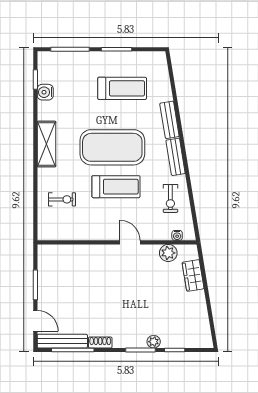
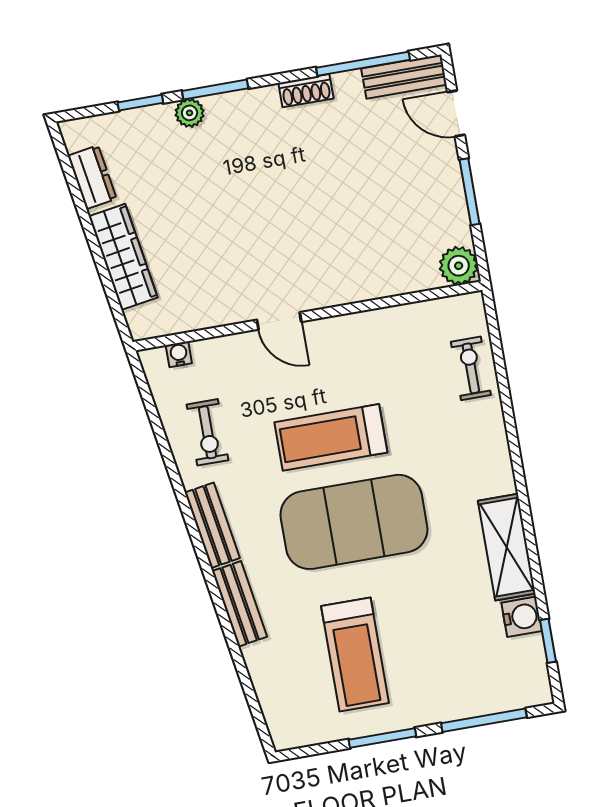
treadmill: (122, 88) -> (355, 654), turned -90
shelving: (46, 144) -> (507, 547), moved
exercise bike: (170, 198) -> (207, 432), turned 180
exercise bike: (62, 199) -> (471, 368), moved, turned 90
plant: (168, 253) -> (459, 266), moved
wardrobe: (193, 276) -> (123, 257), width x1.50
dresser: (202, 321) -> (92, 177), added
bench: (62, 341) -> (404, 77), width x0.73

